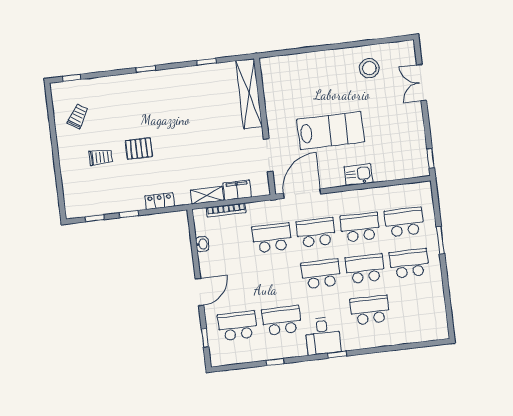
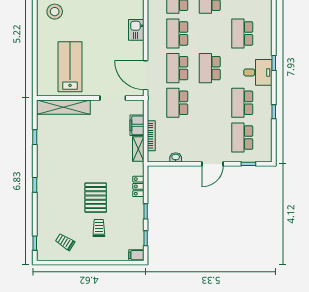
lab bench: (331, 131) -> (70, 67), moved
pallet: (139, 149) -> (96, 198), width x1.50, depth x1.42
filing cabinet: (72, 209) -> (136, 255), added
school desk: (365, 269) -> (210, 33), removed
door: (200, 292) -> (213, 164), swing flipped

